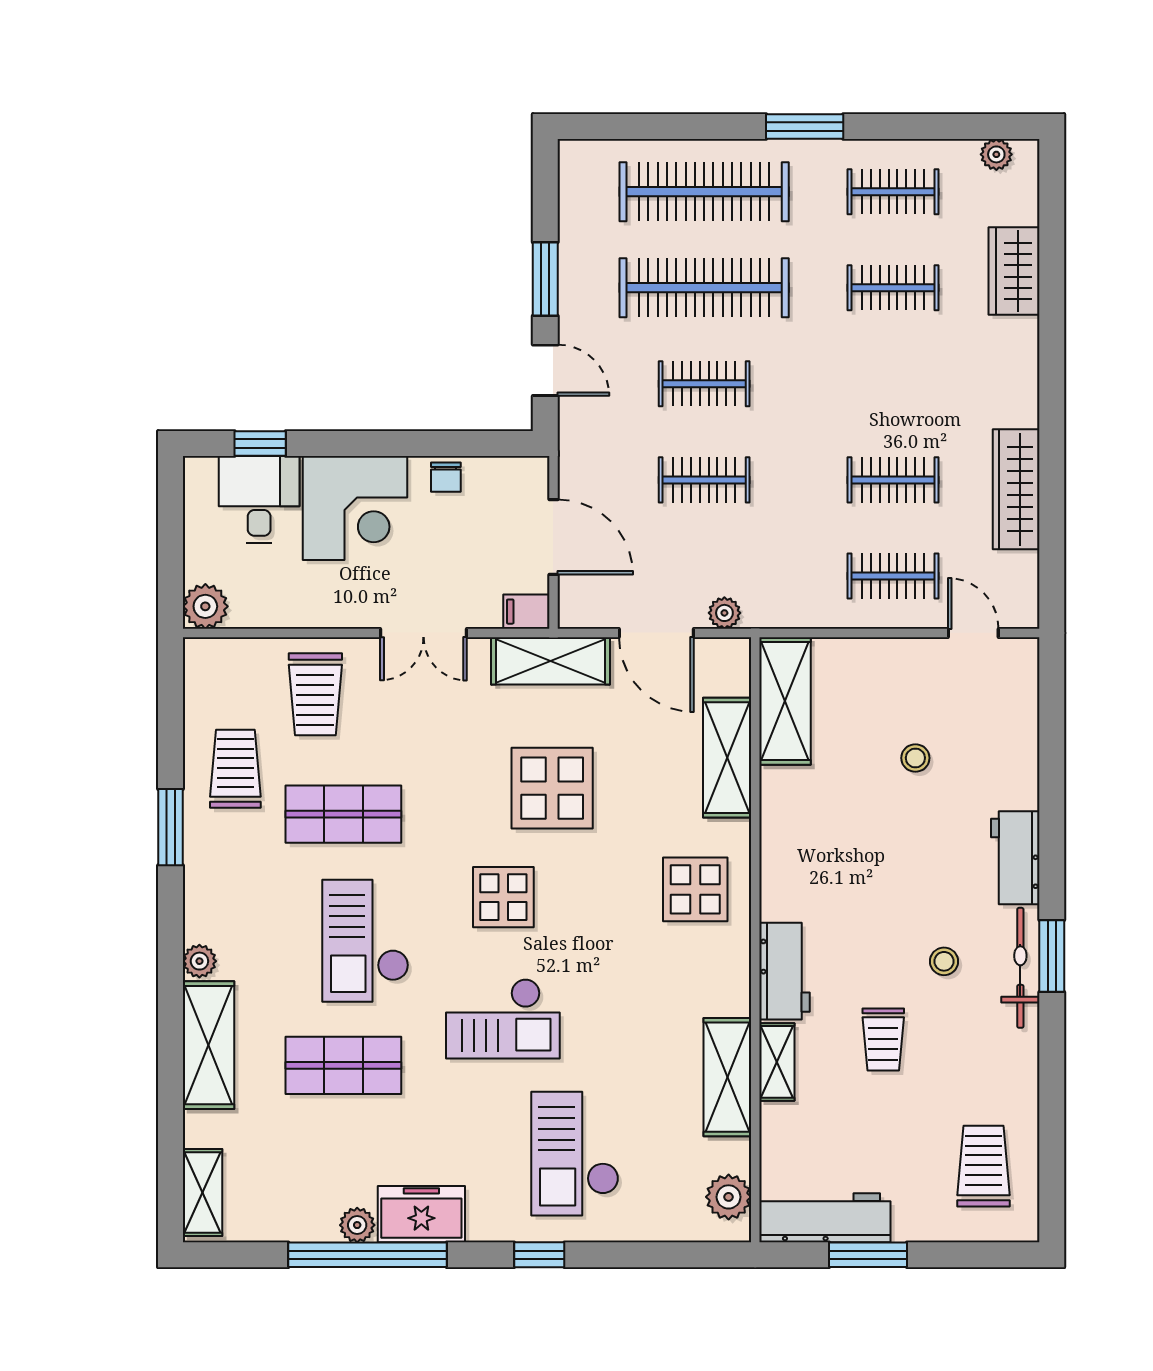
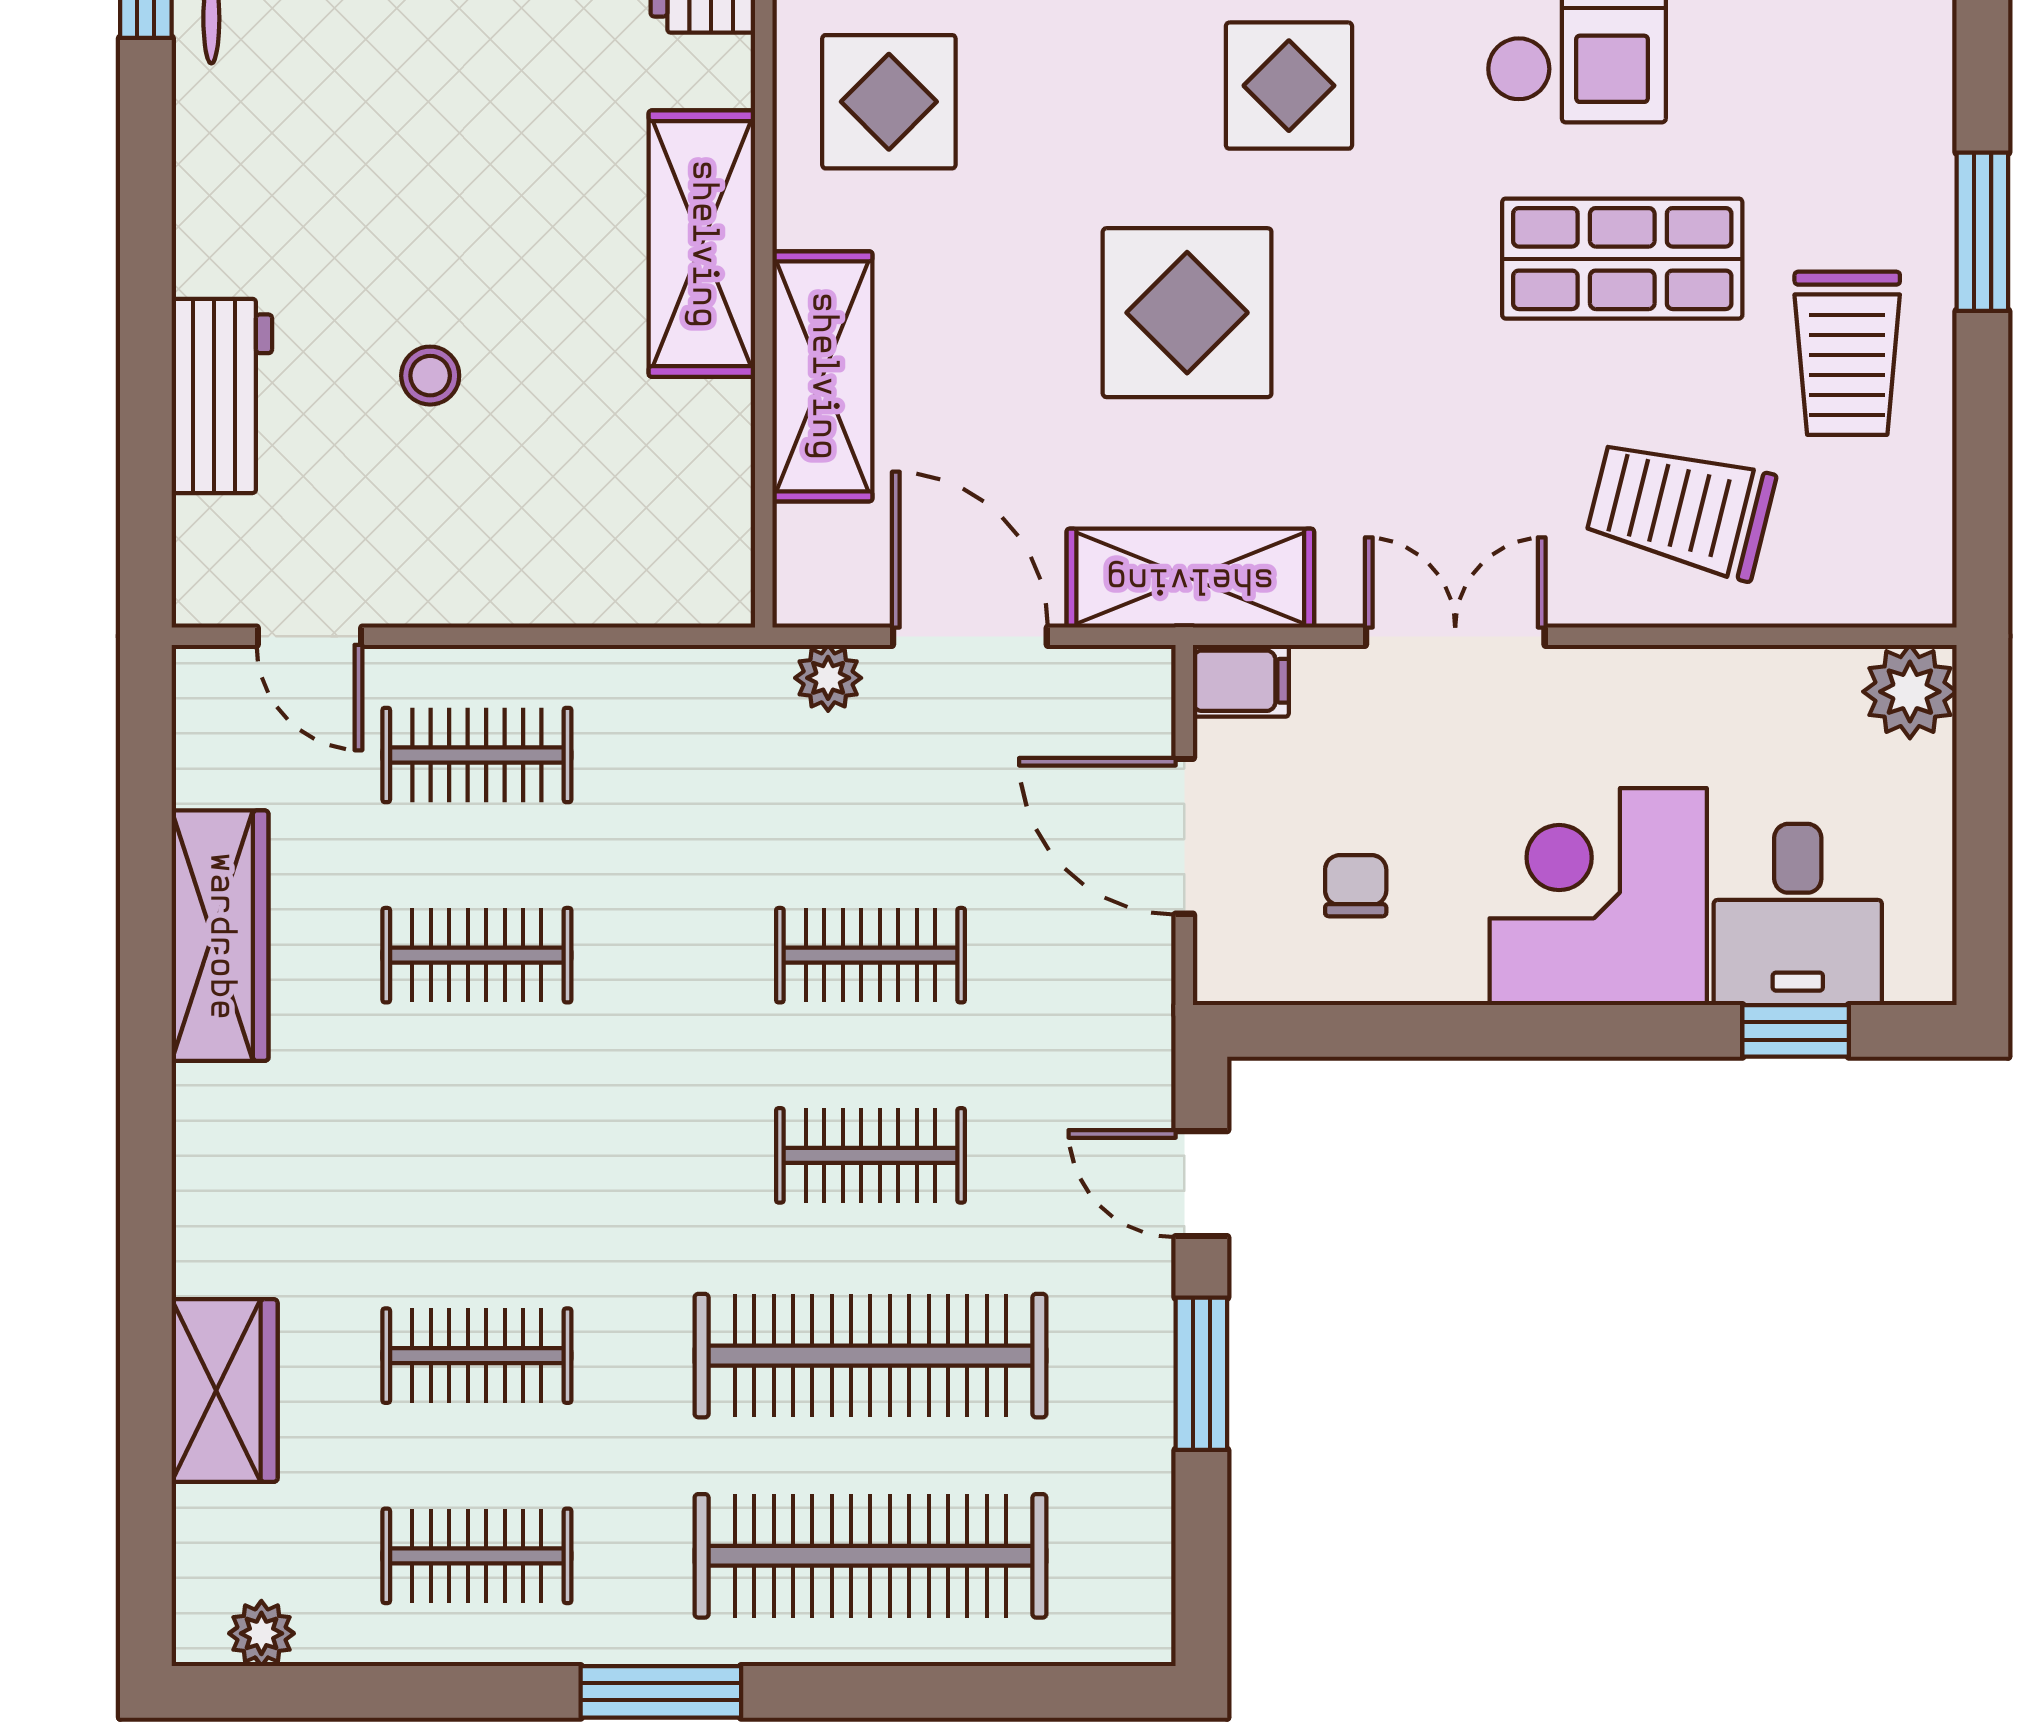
chair: (446, 477) -> (1356, 886), moved
trolley: (315, 694) -> (1681, 508), turned -76
shelving: (785, 701) -> (702, 244), moved
workbench: (1015, 858) -> (222, 396), moved

